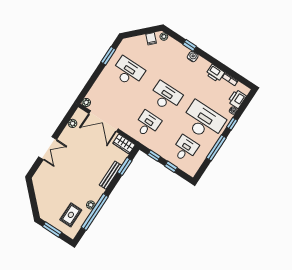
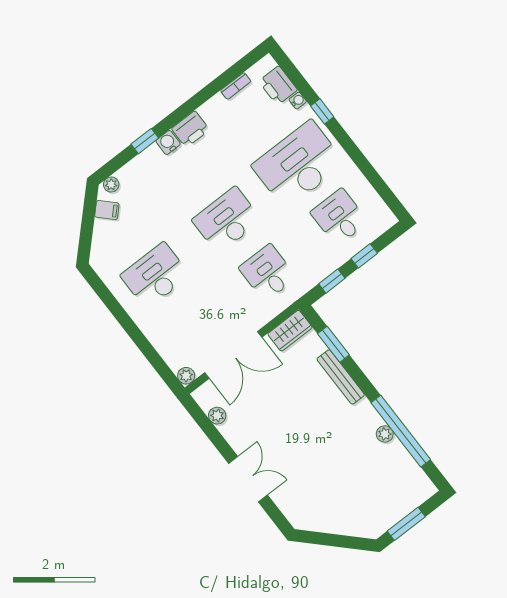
window: (108, 56) -> (111, 303), removed
printer: (215, 73) -> (190, 129), moved
window: (216, 148) -> (358, 157), removed
rug: (71, 215) -> (391, 478), removed

